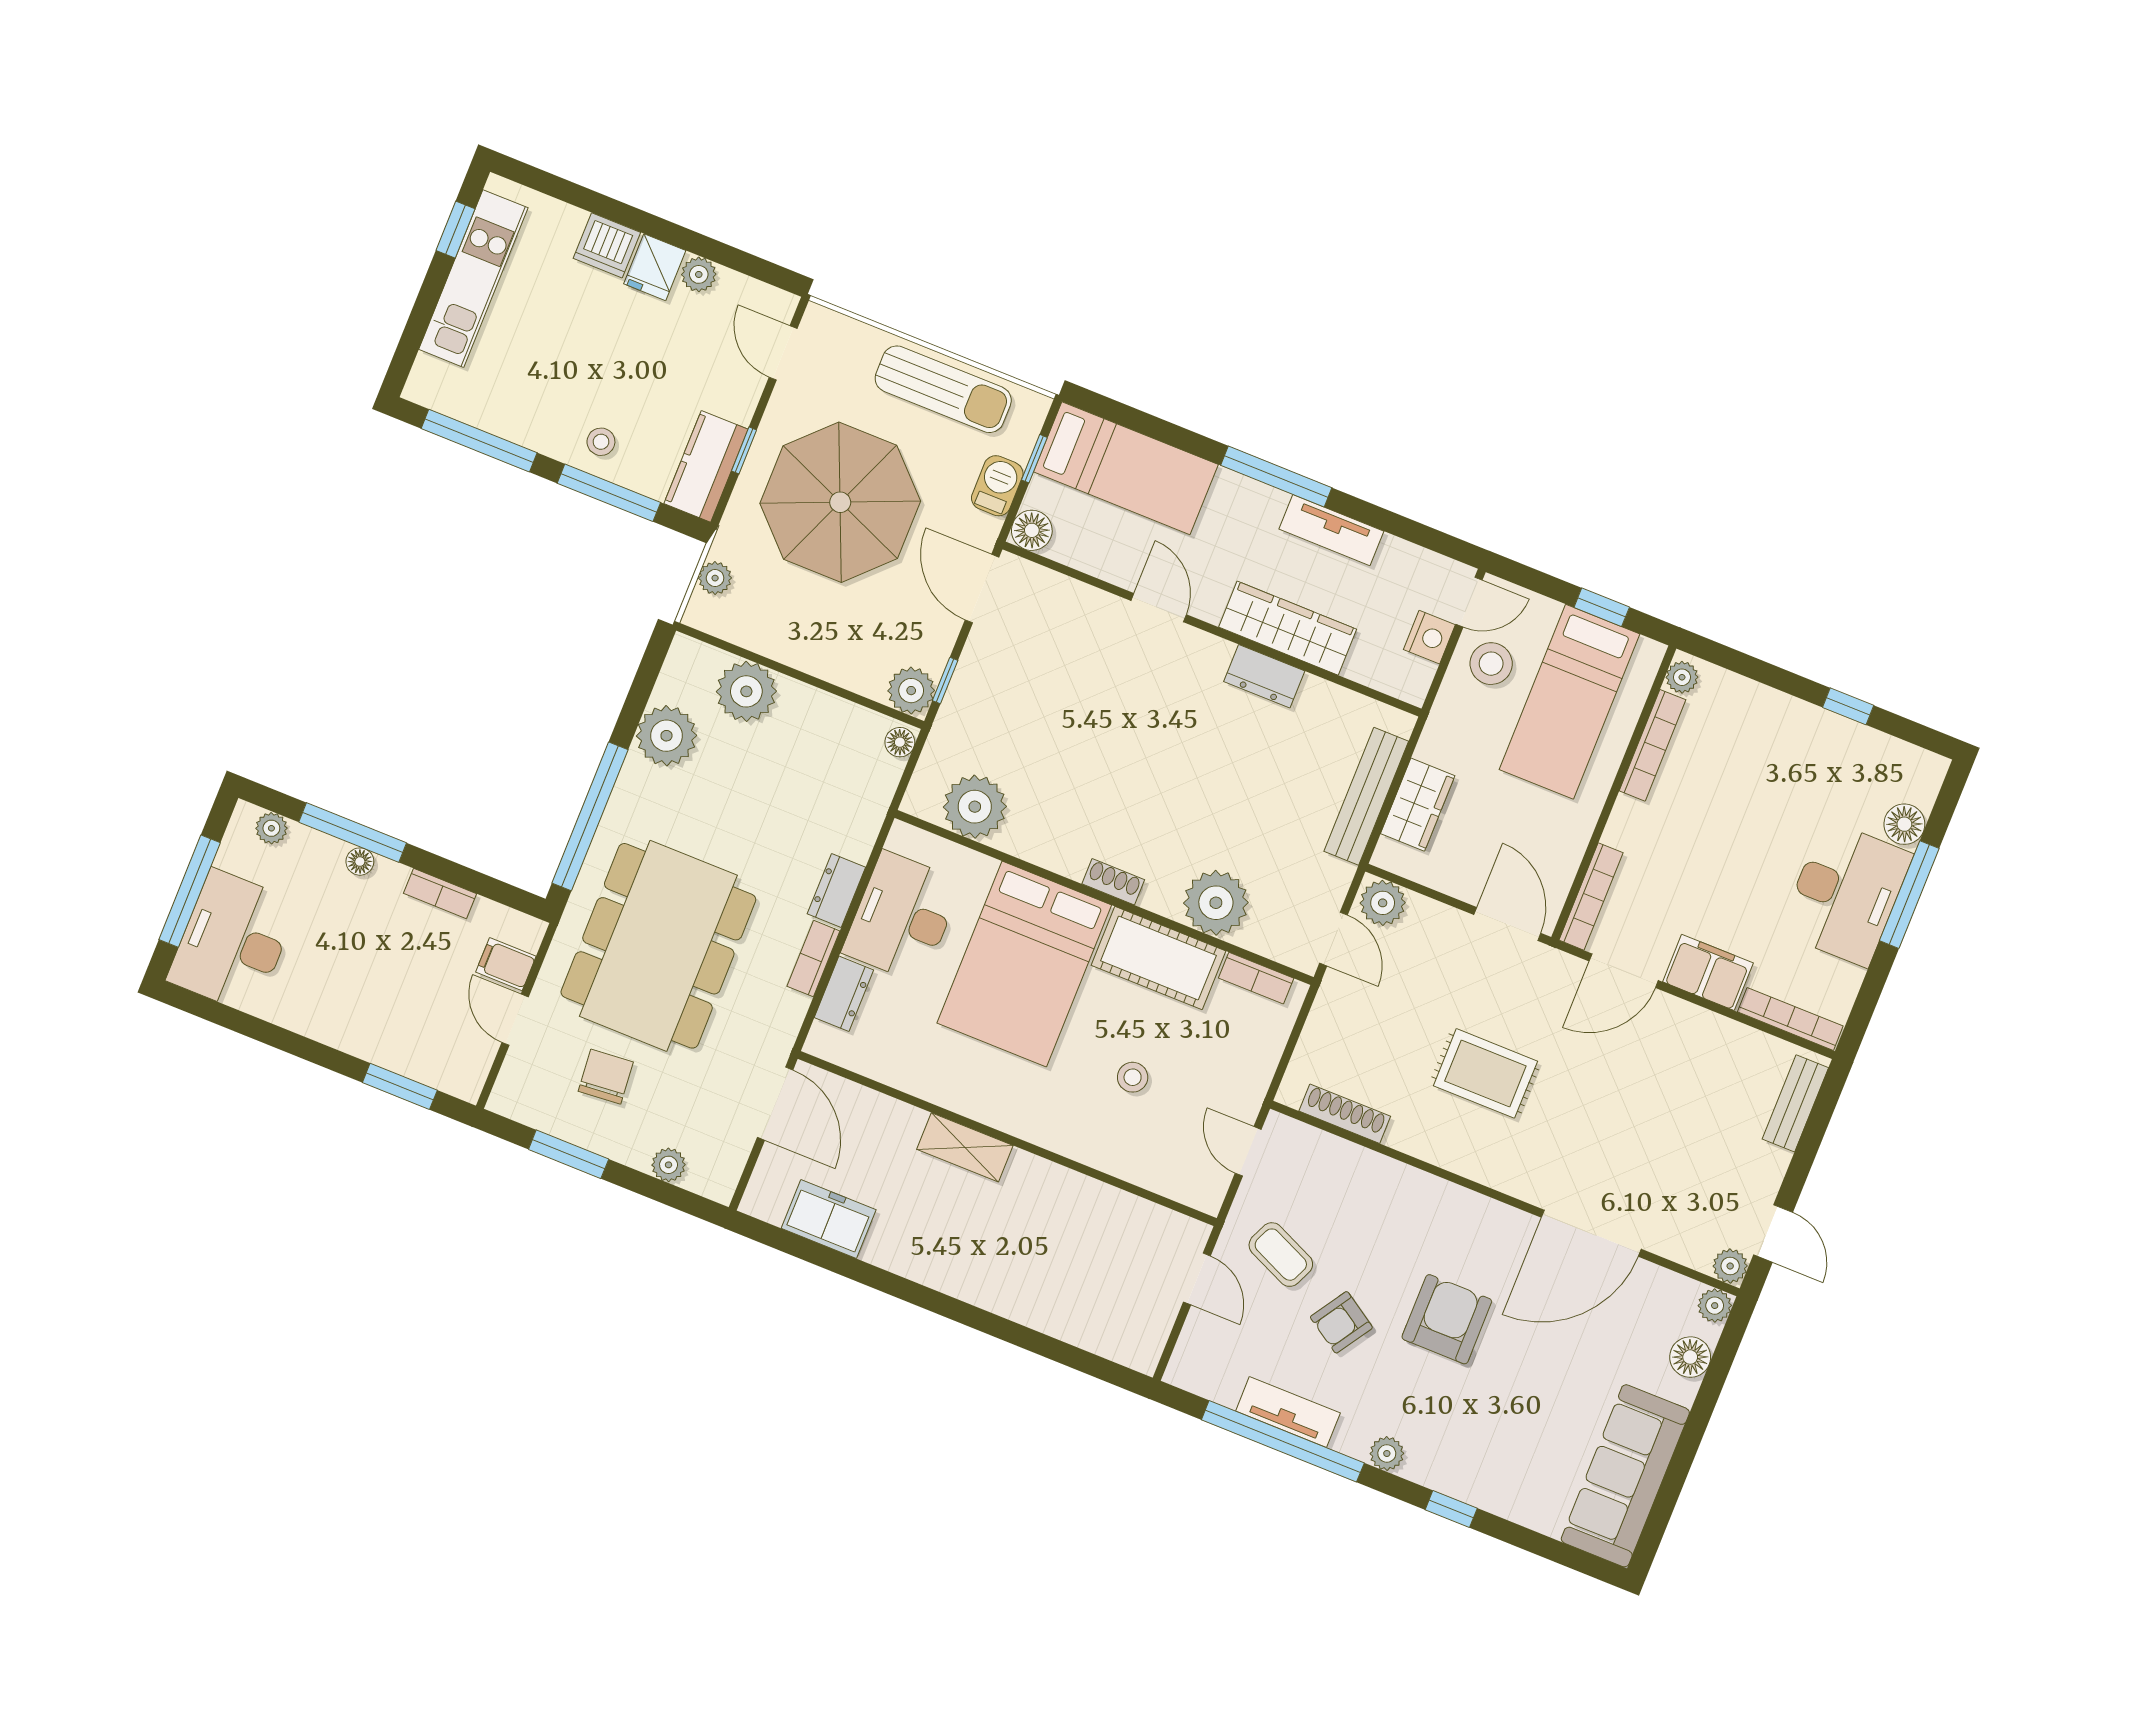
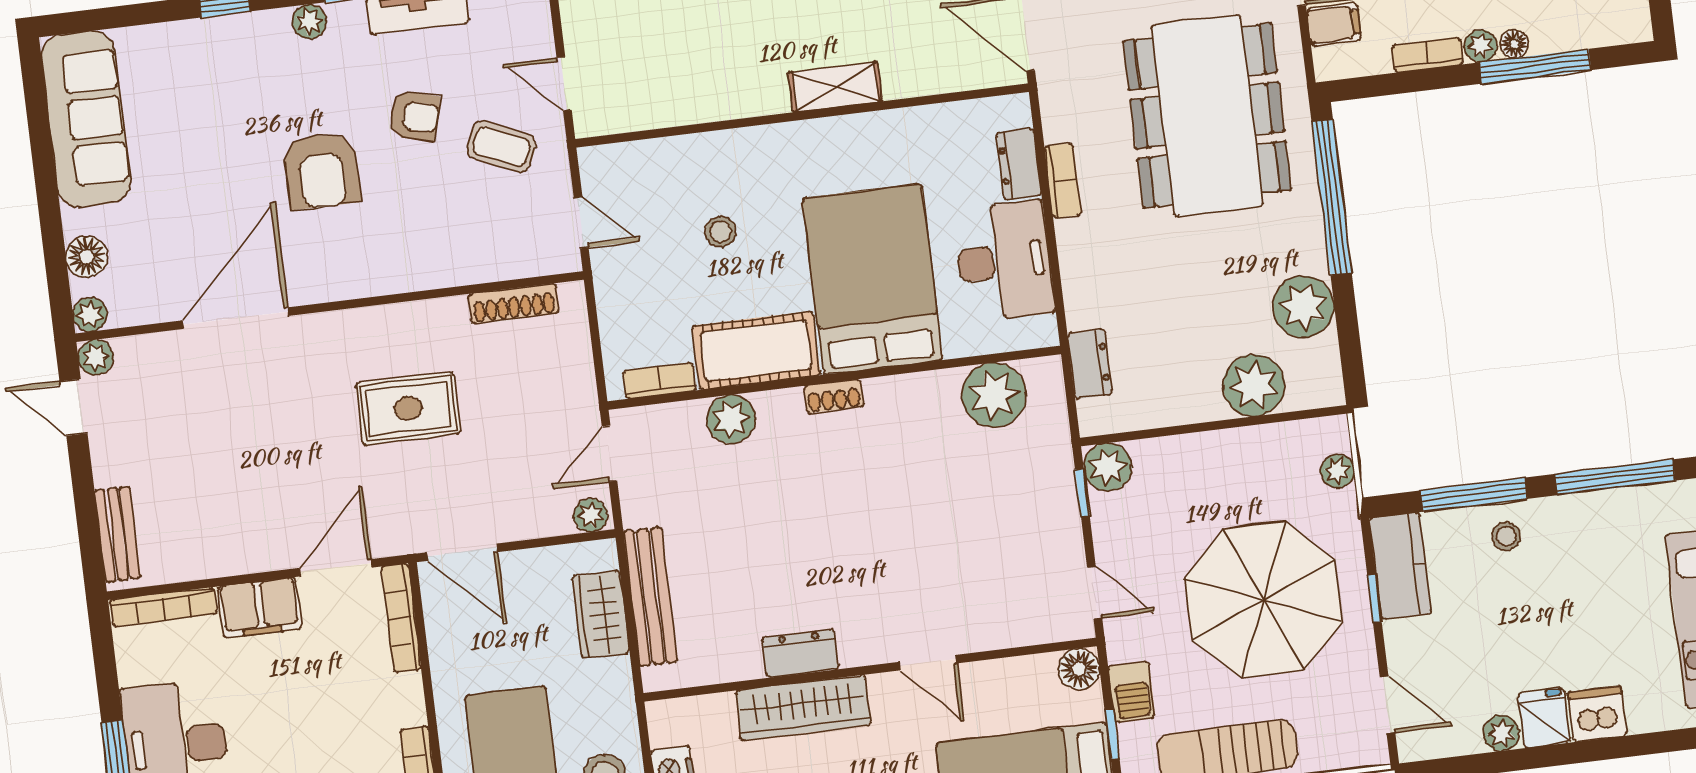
door: (982, 589) -> (1095, 593), width x0.73
floor lamp: (900, 742) -> (1092, 416), removed
plant: (271, 828) -> (1481, 46), moved
dresser: (836, 891) -> (1090, 364), moved
plant: (1216, 903) -> (731, 419), width x0.73, depth x0.73
plant: (1383, 903) -> (591, 515), width x0.73, depth x0.73
door: (1334, 939) -> (609, 453), hinge flipped
armchair: (1341, 1322) -> (414, 116), turned 72

